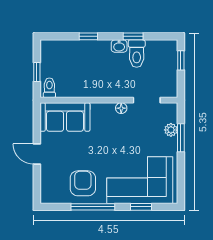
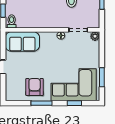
plant: (171, 130) -> (95, 36), moved
window: (181, 138) -> (102, 77), moved
window: (93, 207) -> (41, 103), width x0.69

